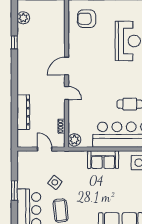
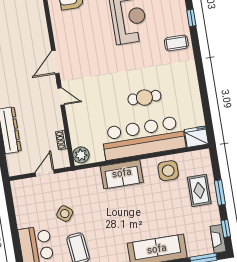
door: (45, 149) -> (45, 173), hinge flipped
window: (14, 191) -> (15, 232), removed

